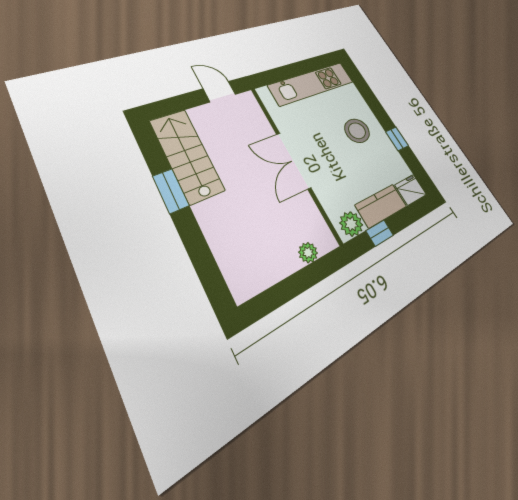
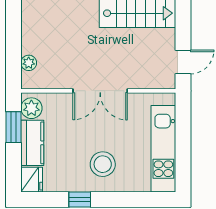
double door: (293, 161) -> (100, 91), swing flipped
window: (380, 233) -> (14, 127), width x1.50

